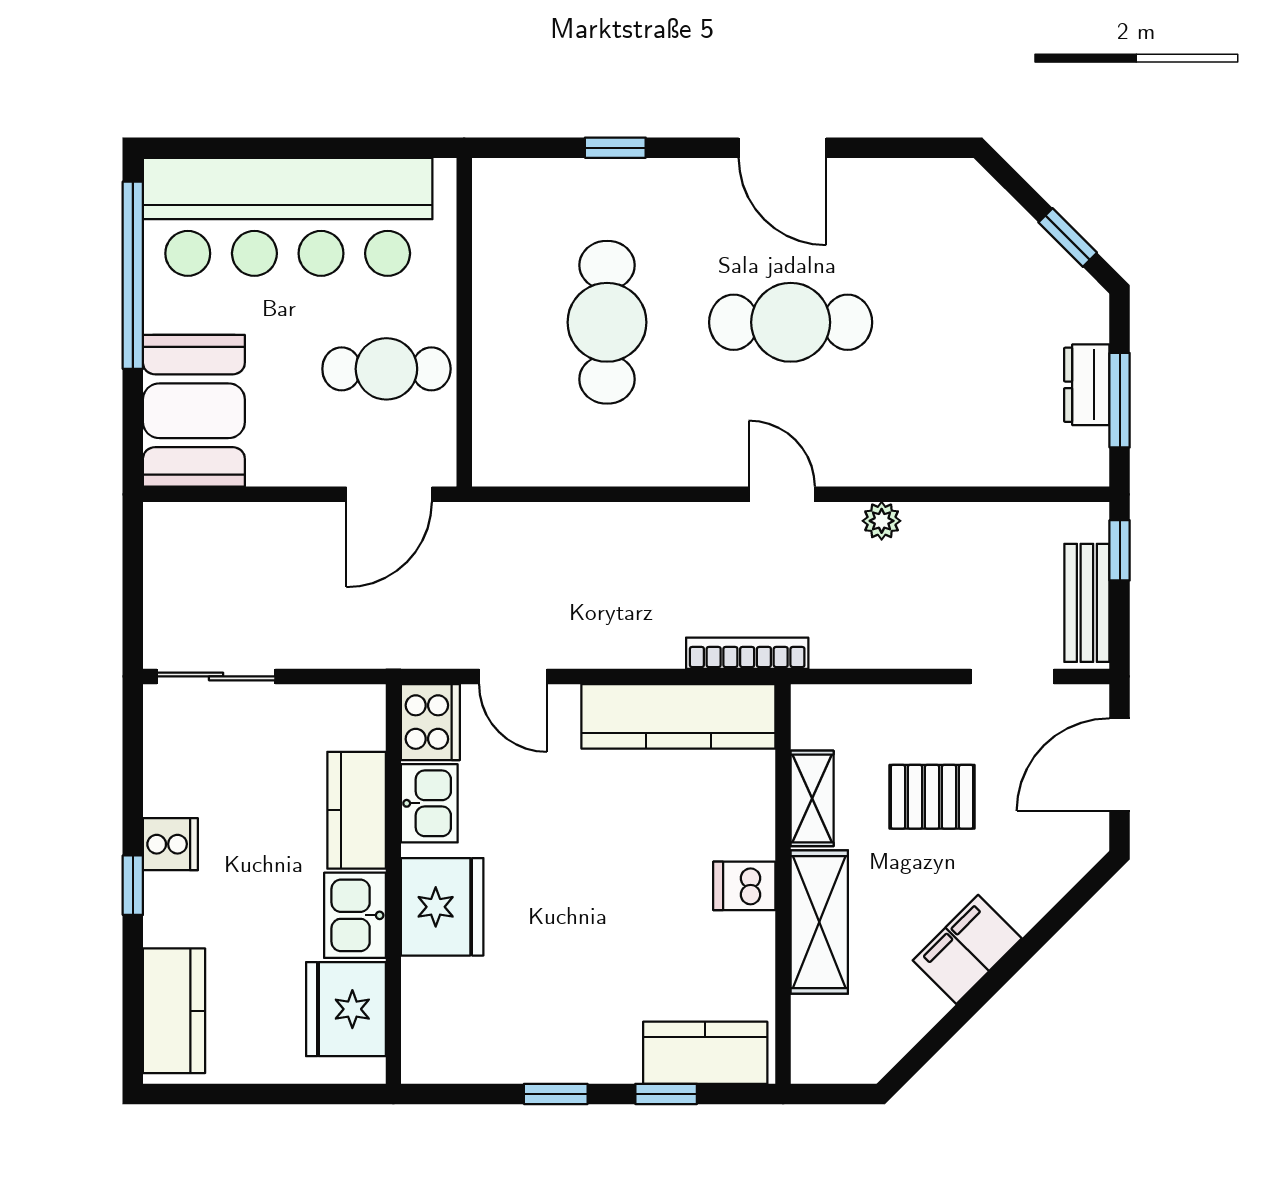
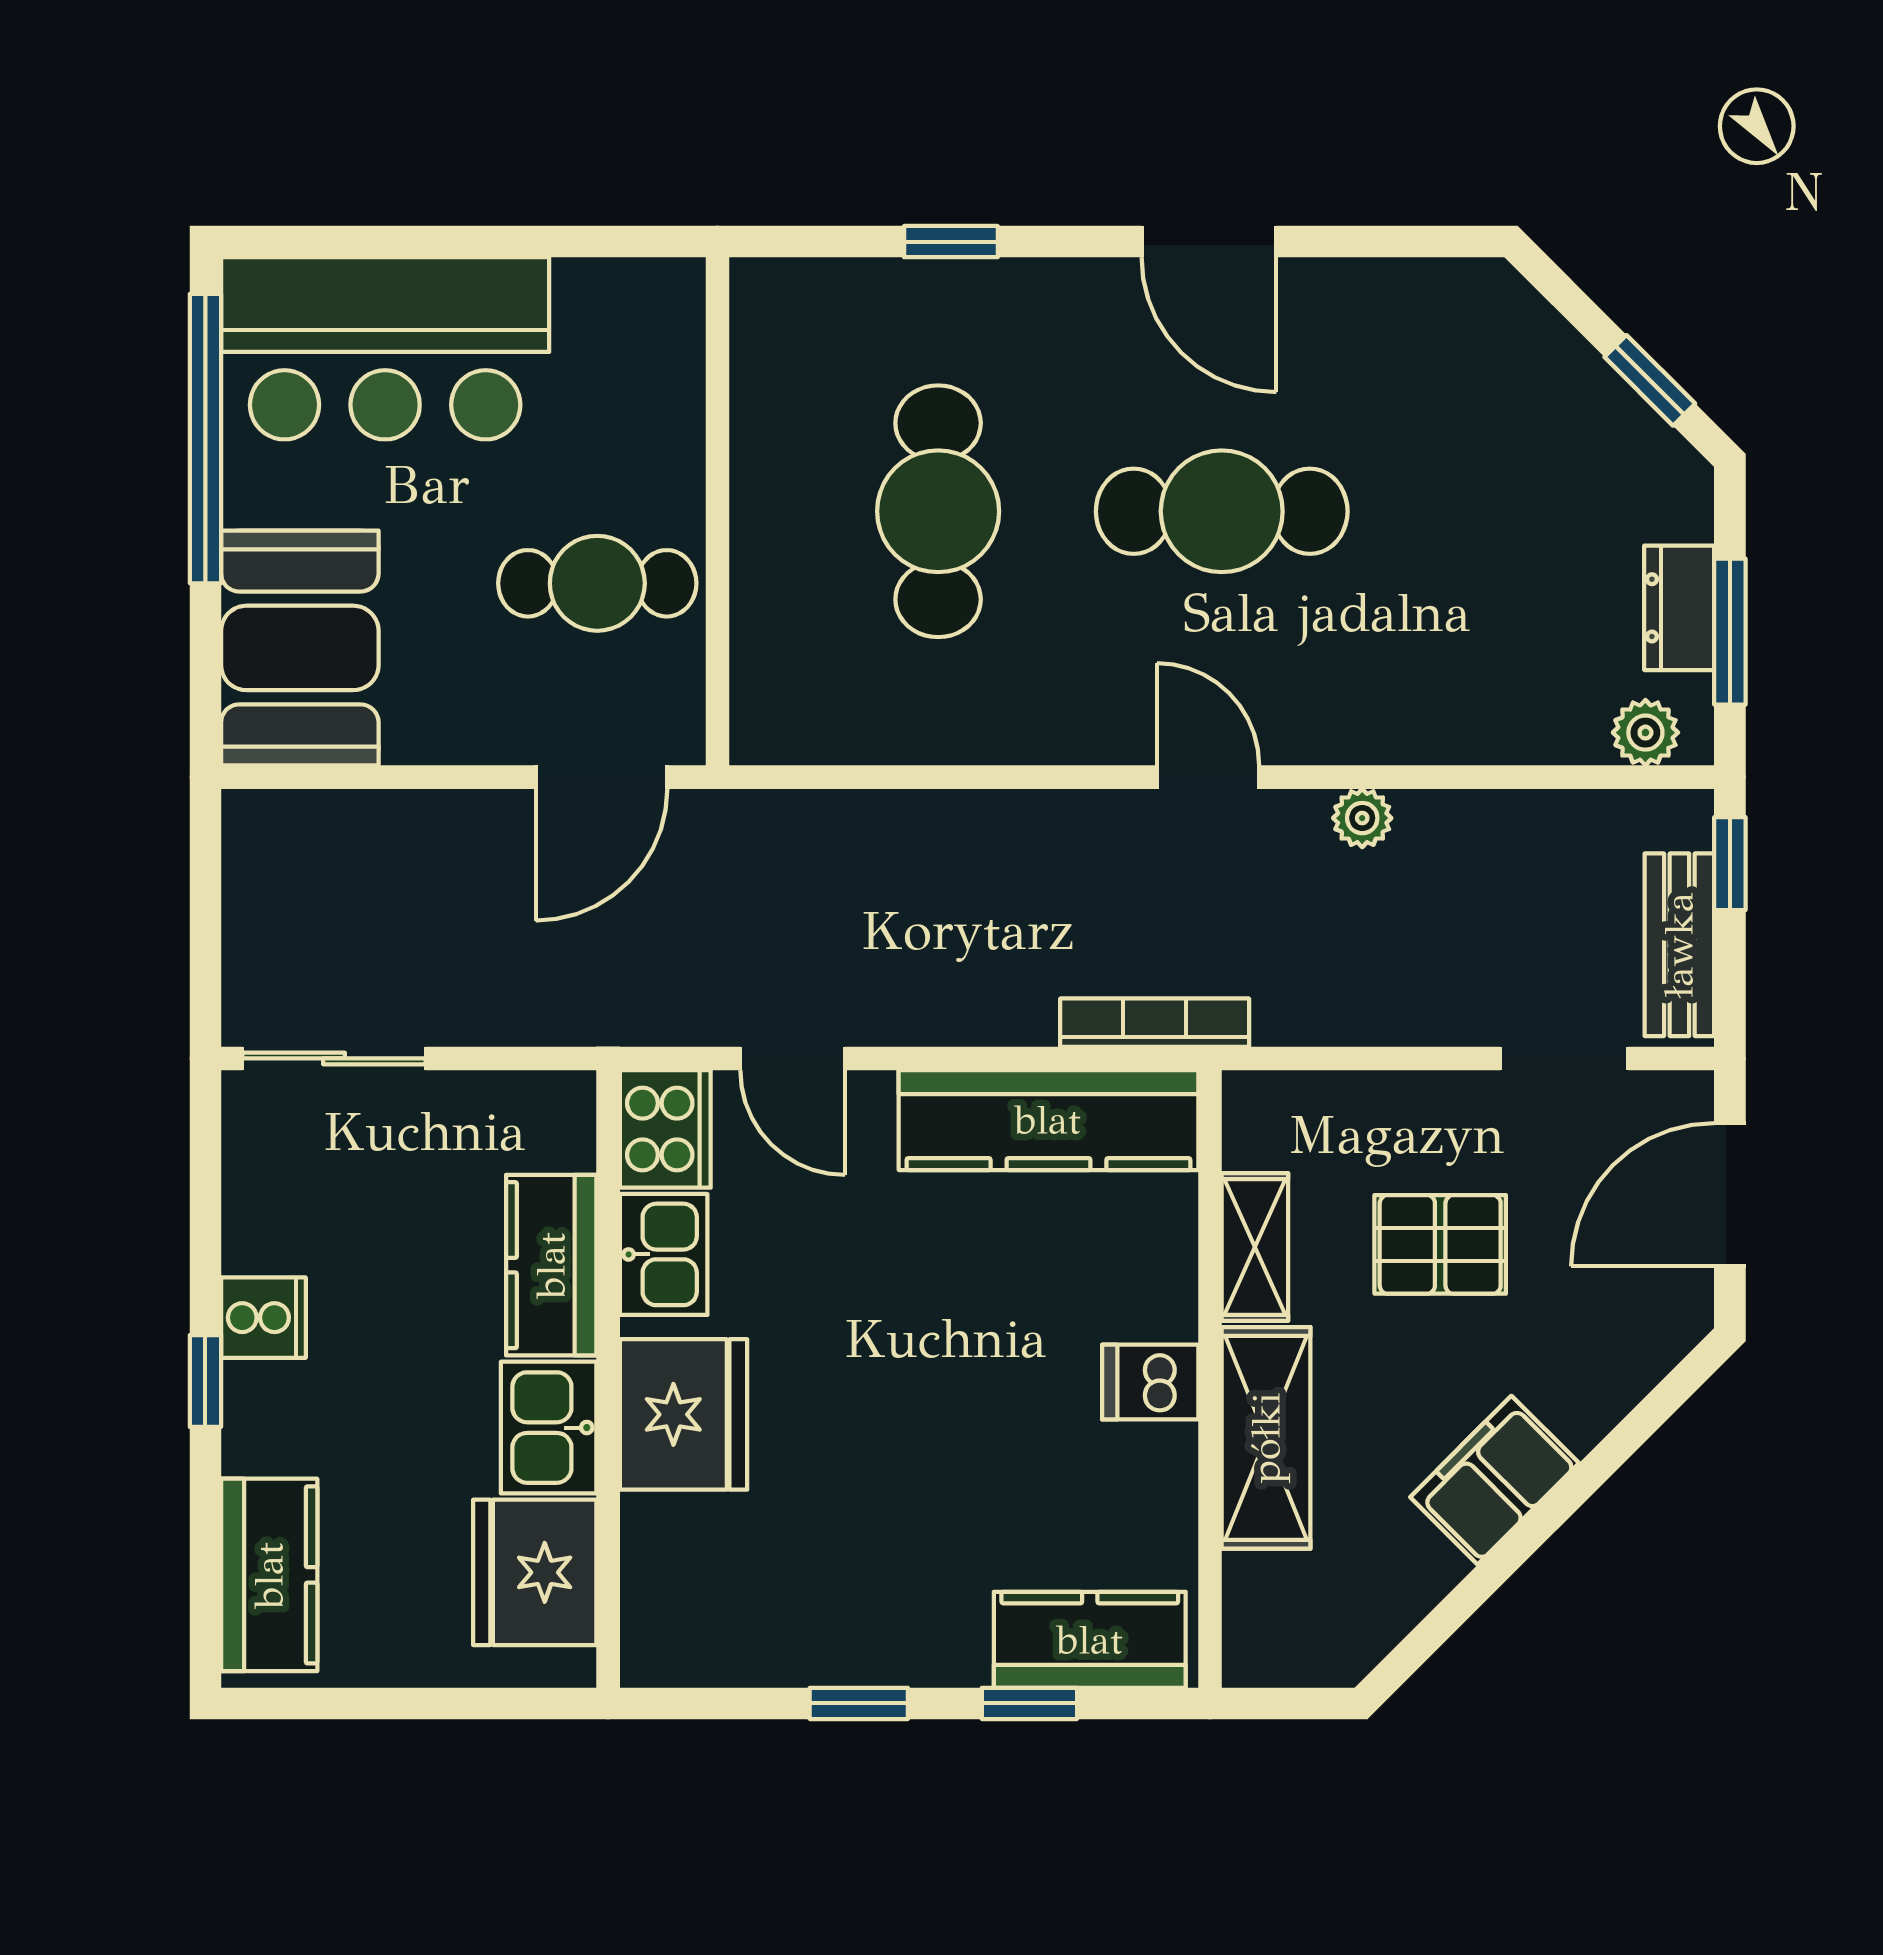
bar counter: (288, 217) -> (385, 348), width x0.73
plant: (1065, 466) -> (1645, 733), added

